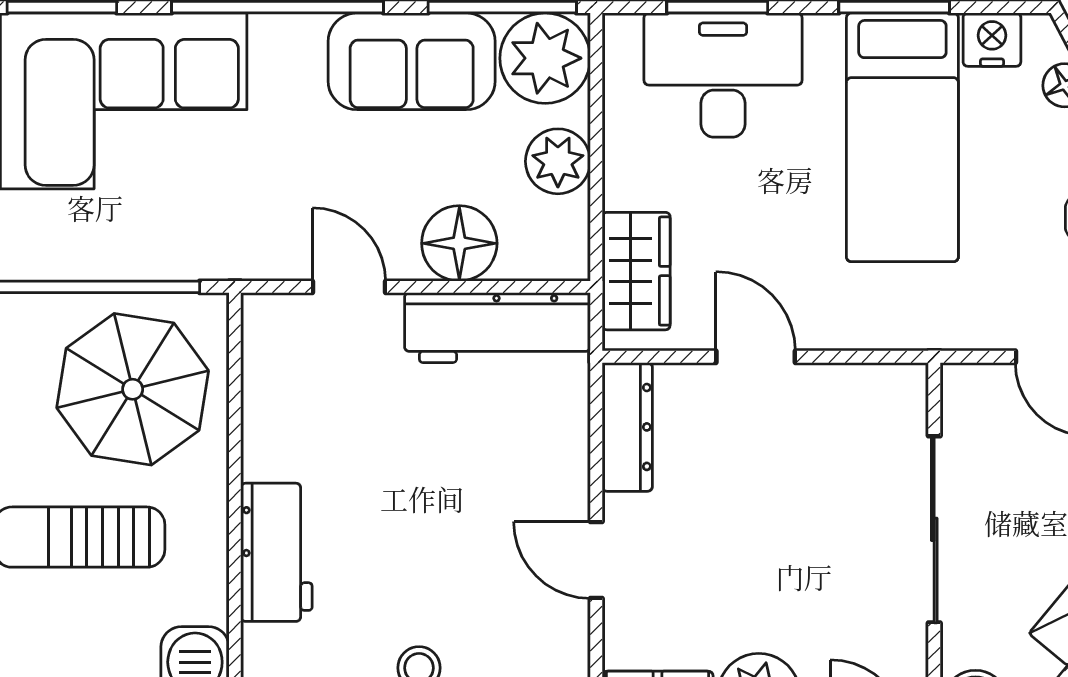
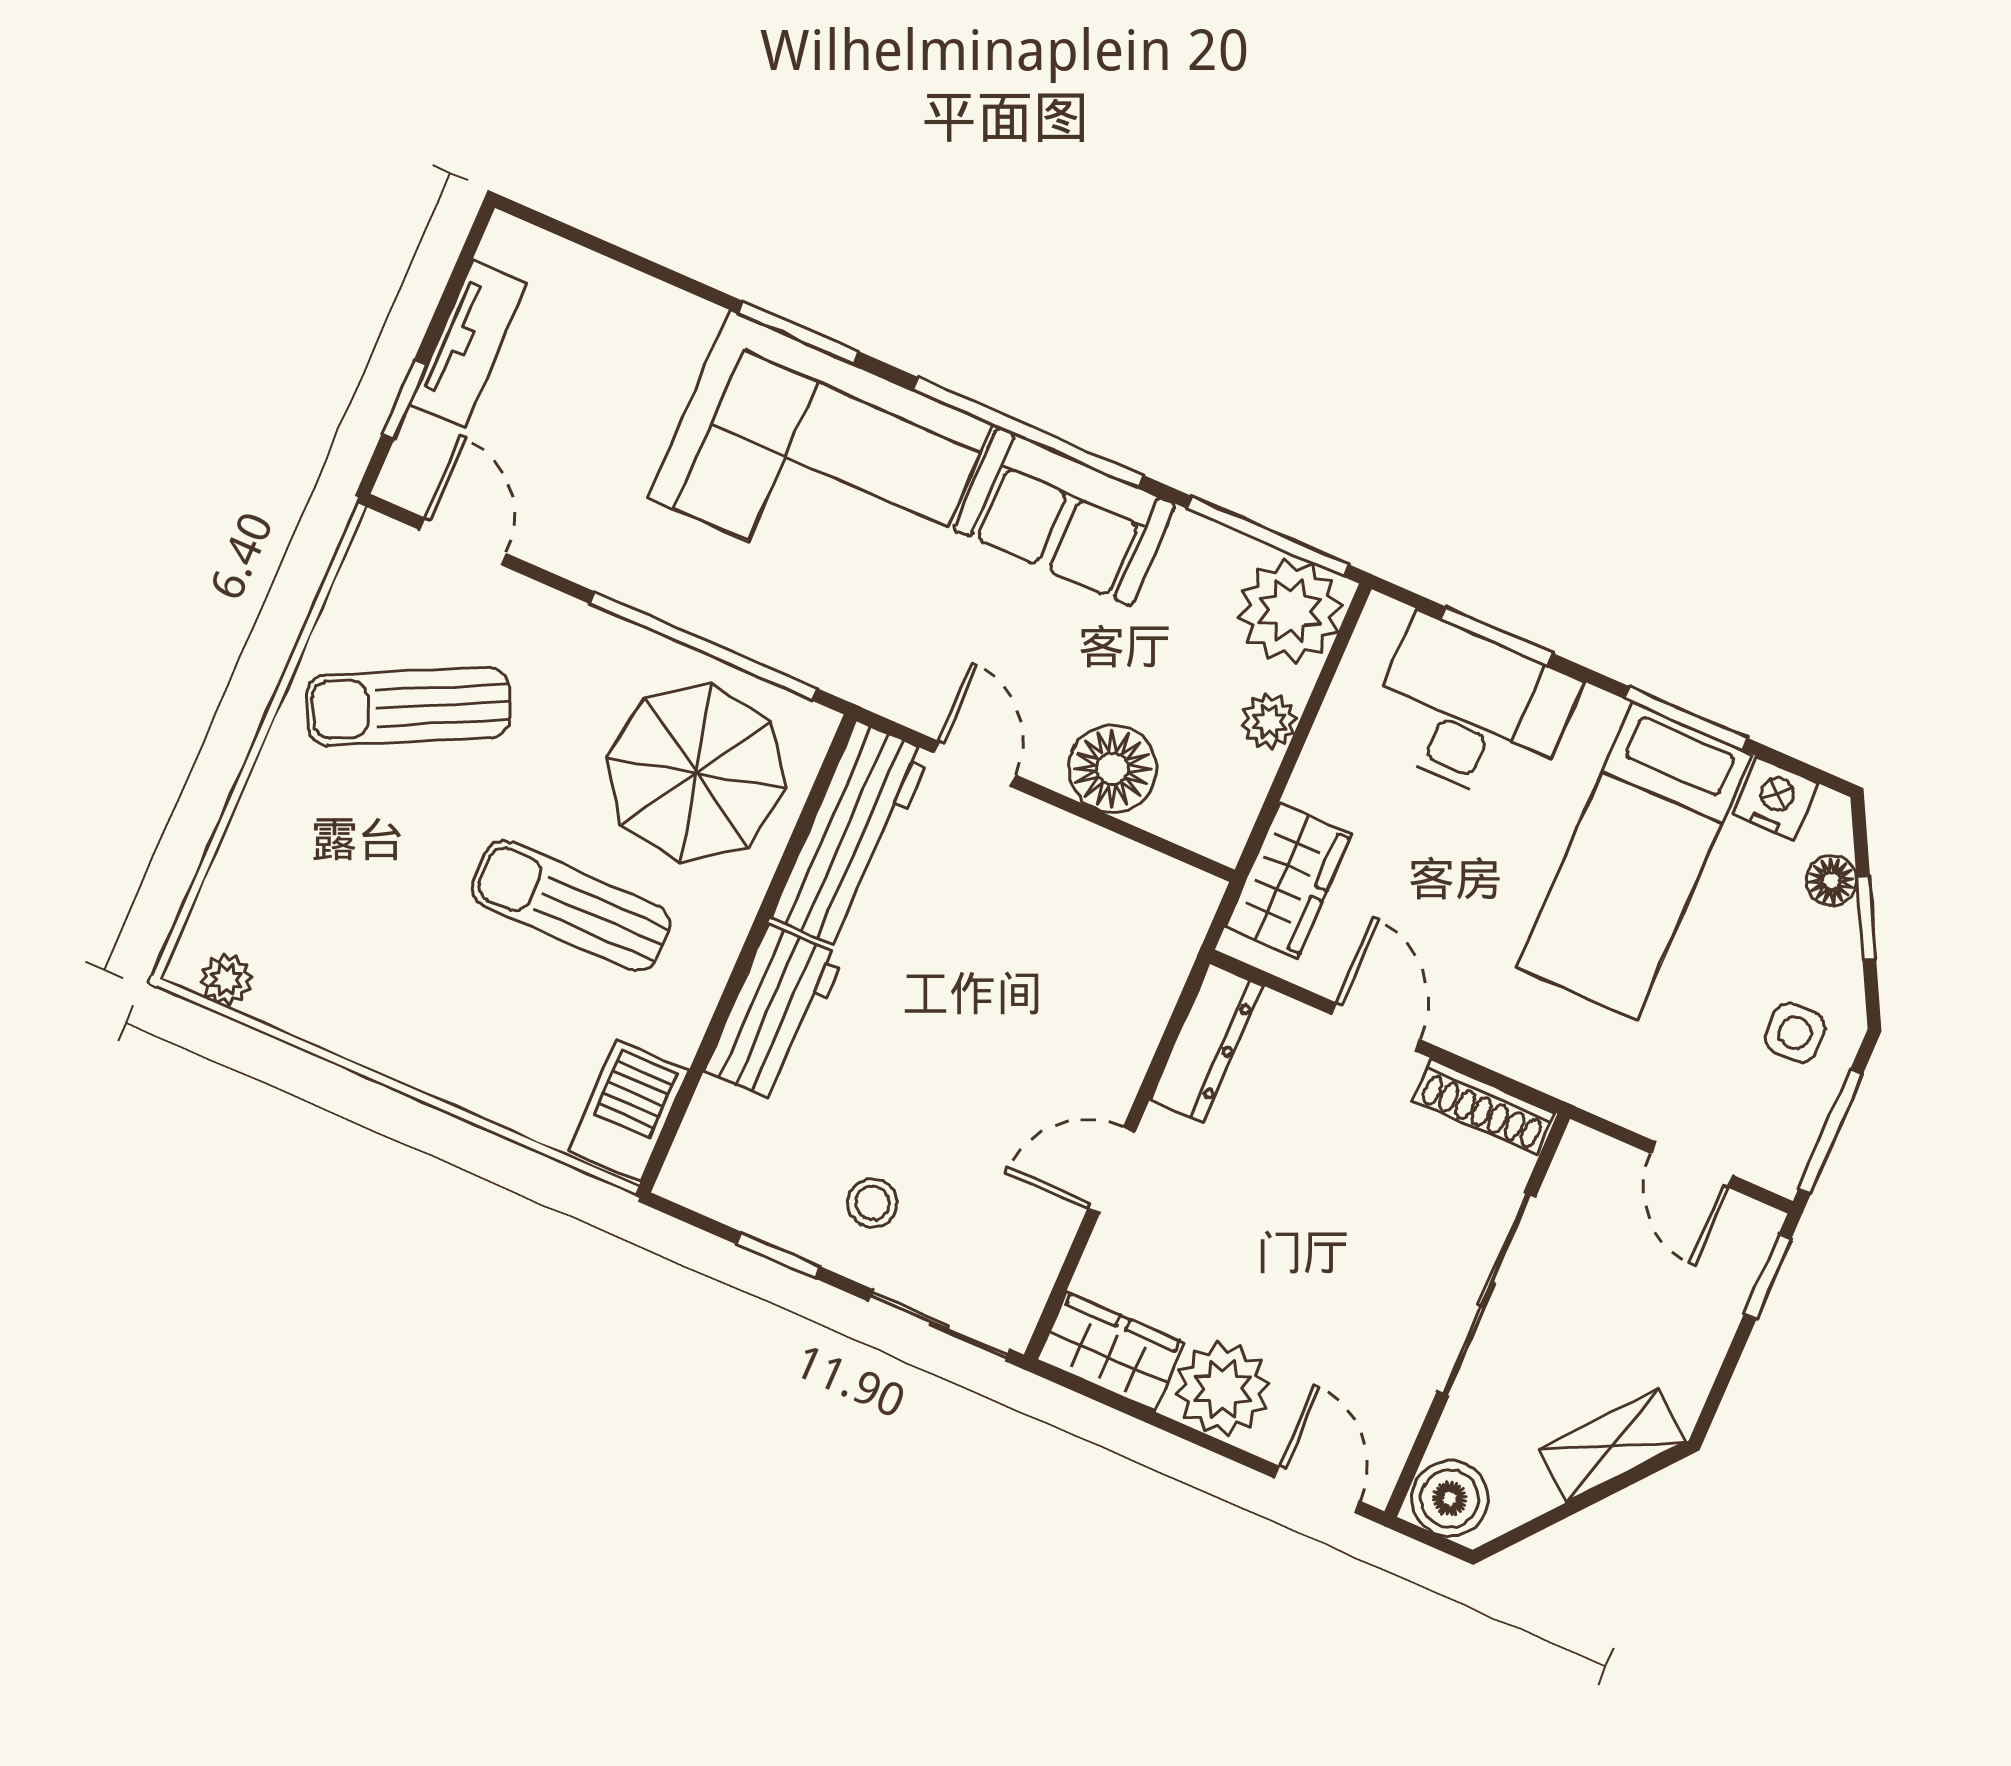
sofa: (412, 61) -> (1064, 517), moved
plant: (558, 161) -> (1269, 721), width x0.73, depth x0.73
workbench: (497, 328) -> (850, 835), moved, turned -90
shoe rack: (868, 382) -> (1484, 1107), added
door: (596, 560) -> (1111, 1170), hinge flipped

